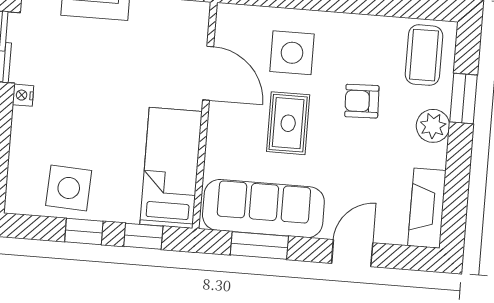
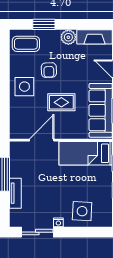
side table: (292, 53) -> (24, 87), moved
plant: (433, 126) -> (68, 37), moved
side table: (69, 188) -> (82, 211), moved

